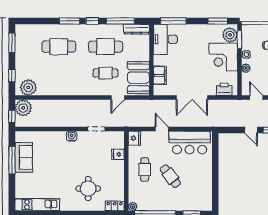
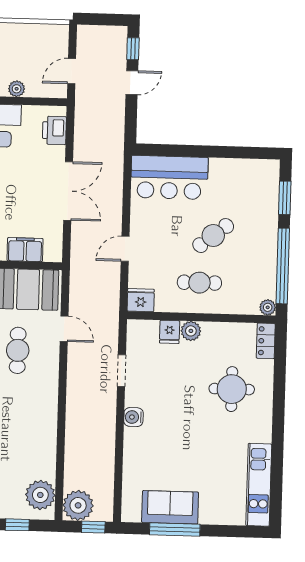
bar counter: (190, 143) -> (169, 177), moved, turned 90
plant: (119, 166) -> (191, 331), added

